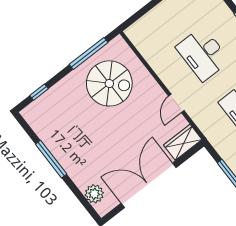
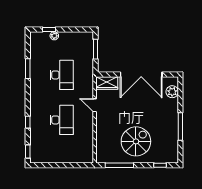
spiral stairs: (109, 83) -> (136, 141), moved, turned 90
door: (176, 103) -> (95, 105), swing flipped

